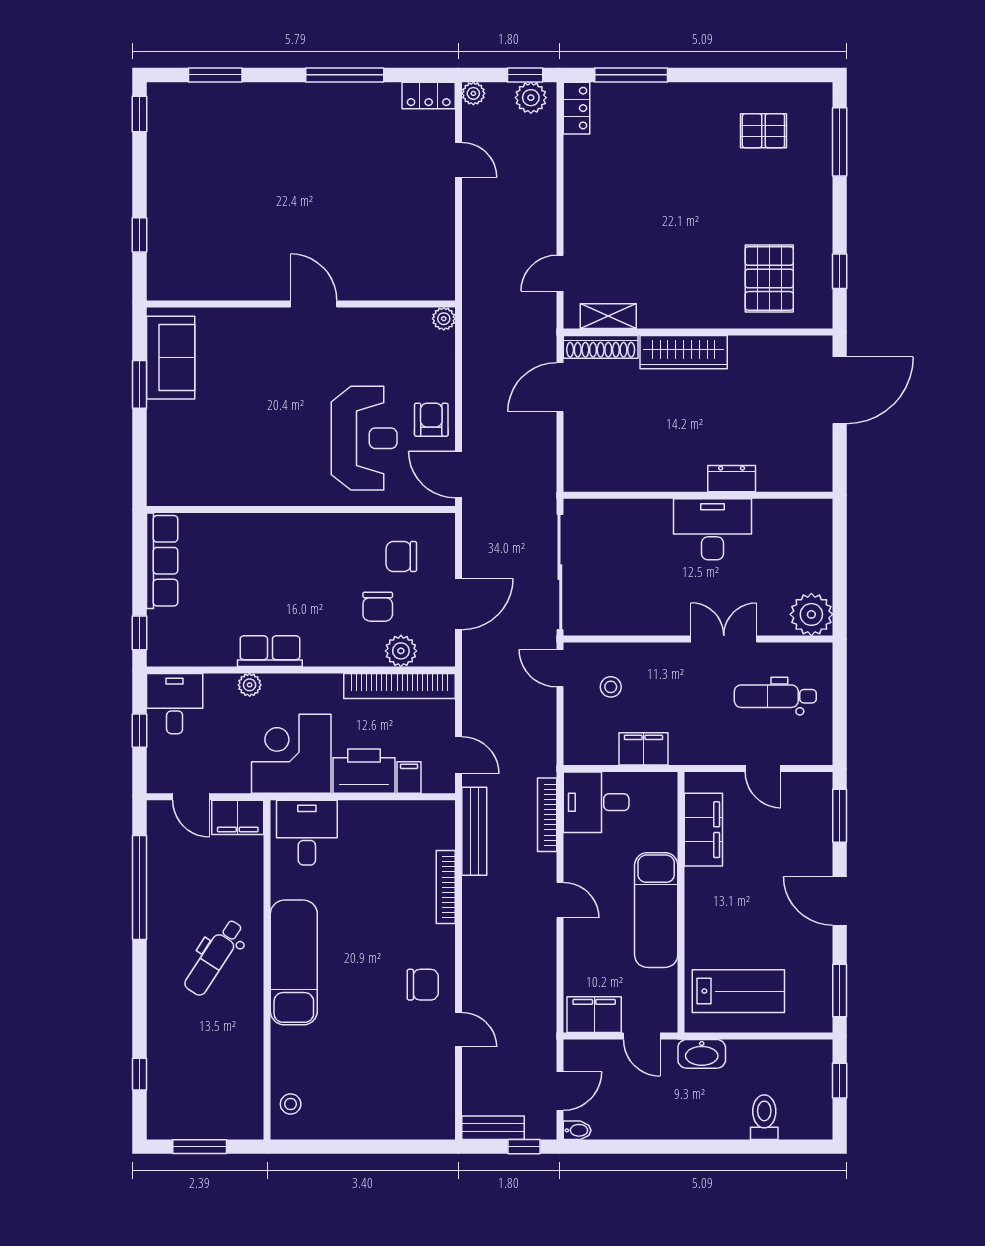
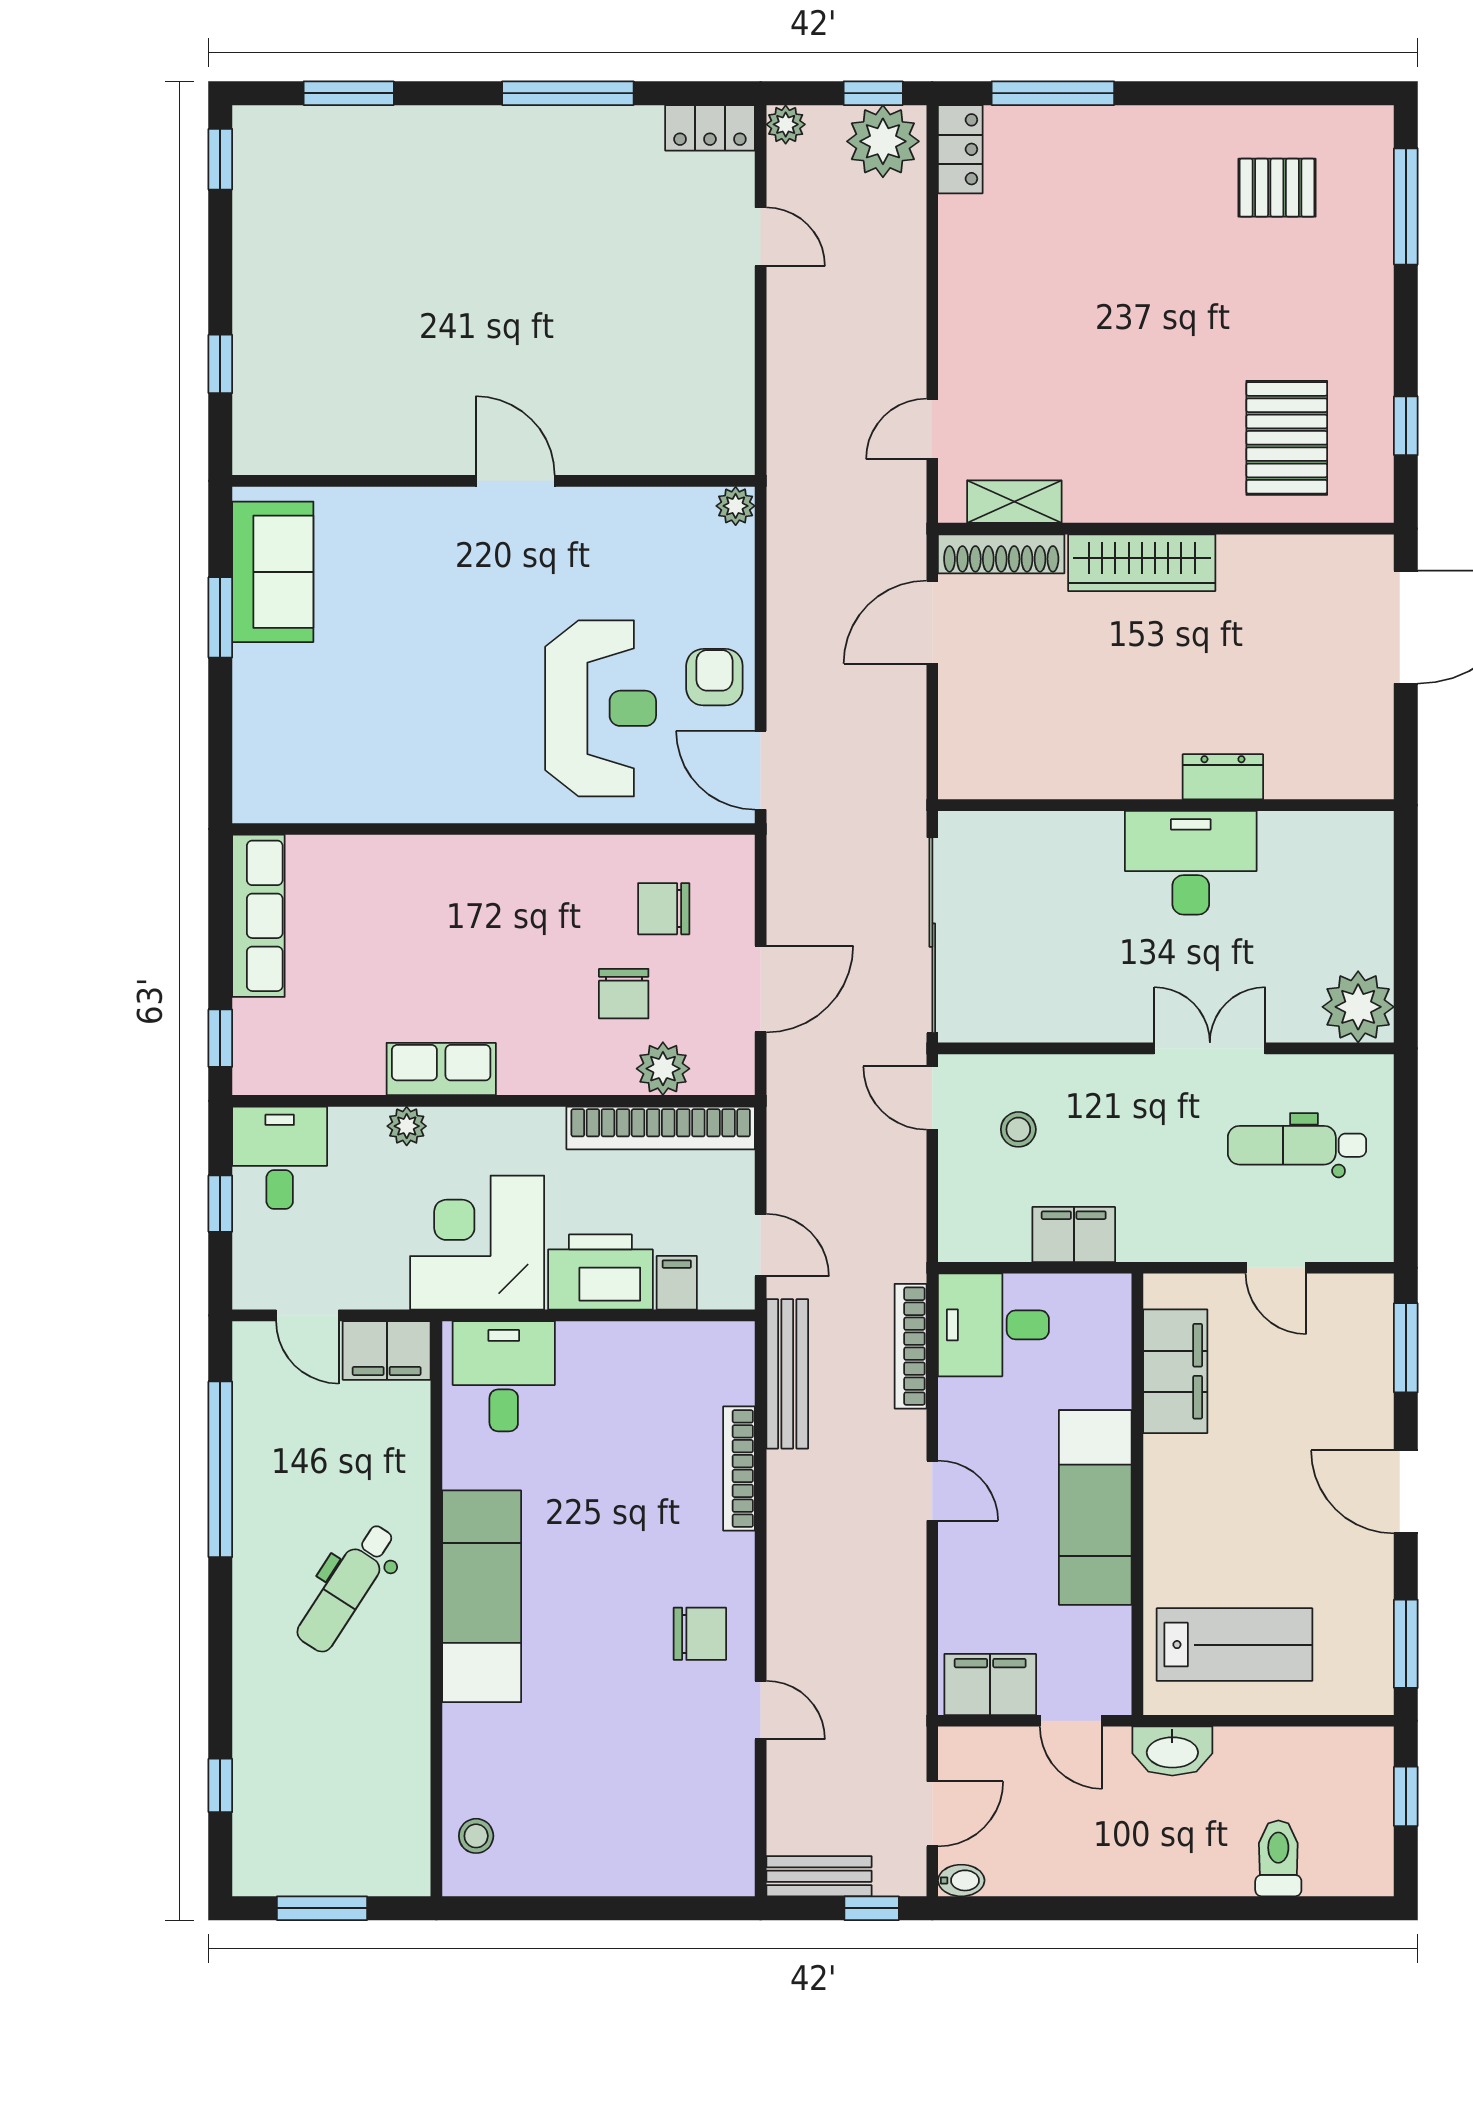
plant: (531, 98) -> (883, 141), width x1.36, depth x1.36

